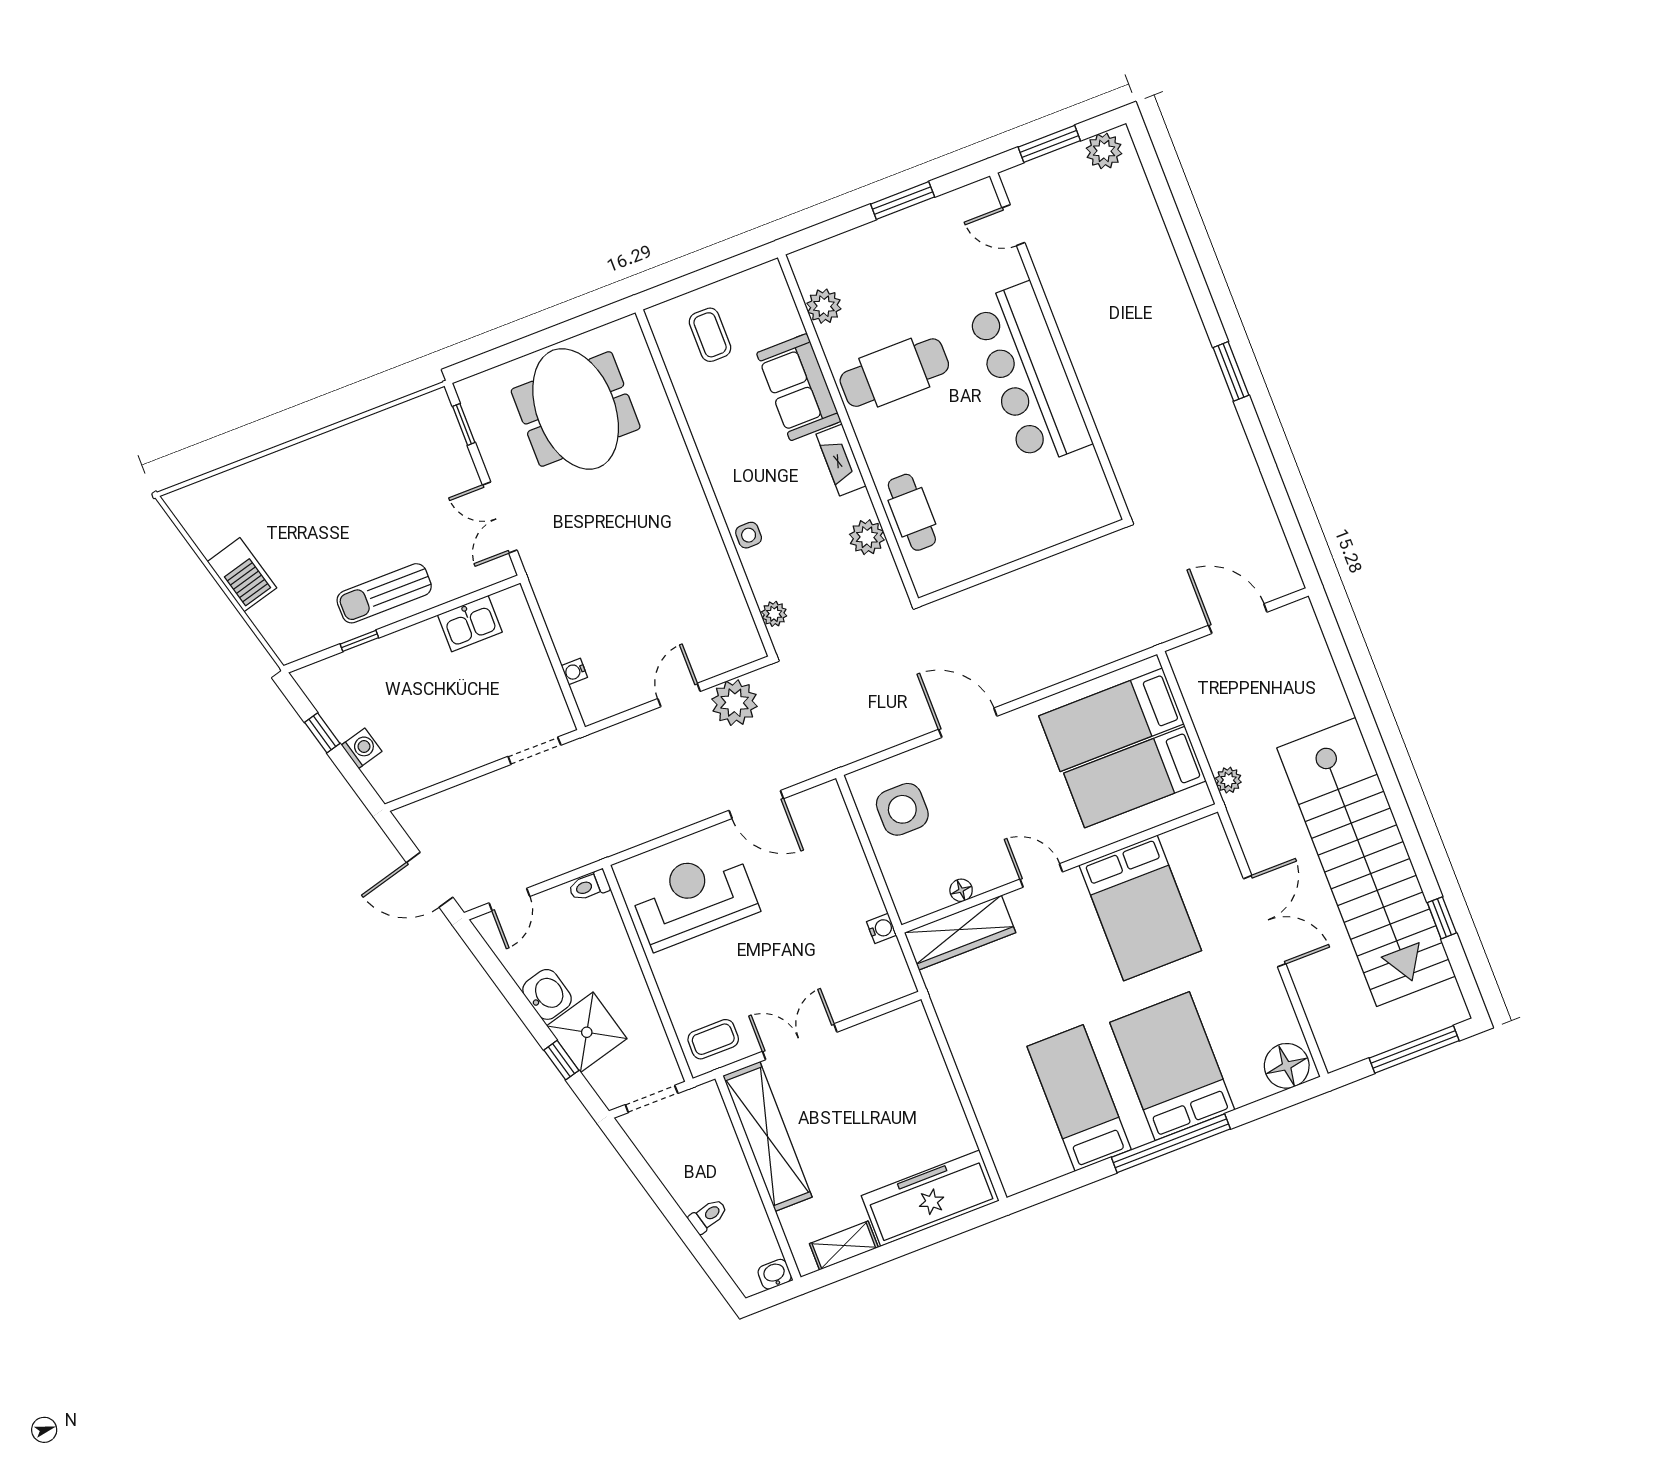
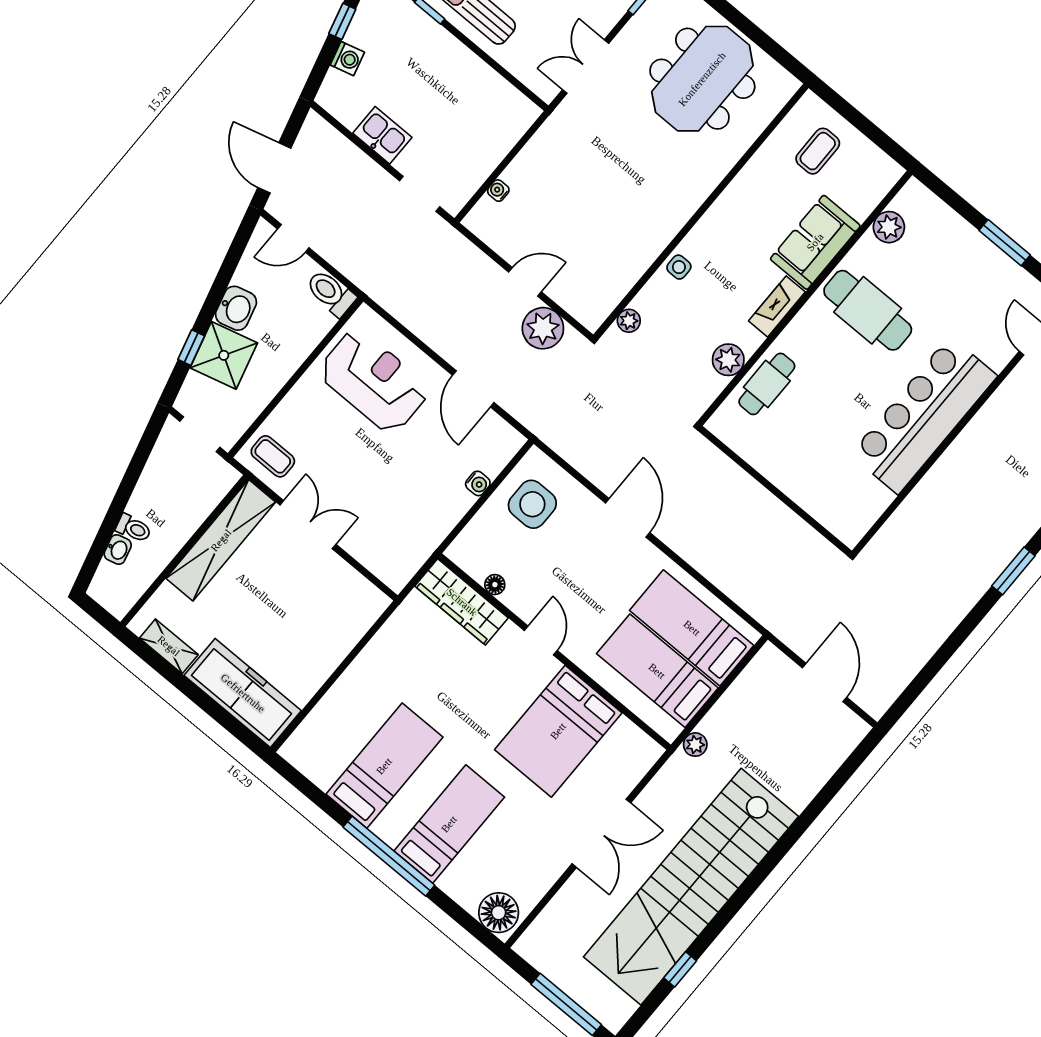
kitchen sink: (470, 624) -> (382, 135), moved, turned 180
toilet: (589, 886) -> (331, 293), width x1.37, depth x1.39
water cooler: (882, 928) -> (478, 483), moved
bed: (1172, 1066) -> (449, 824), width x0.67
washbasin: (775, 1274) -> (118, 550), moved, turned 75

